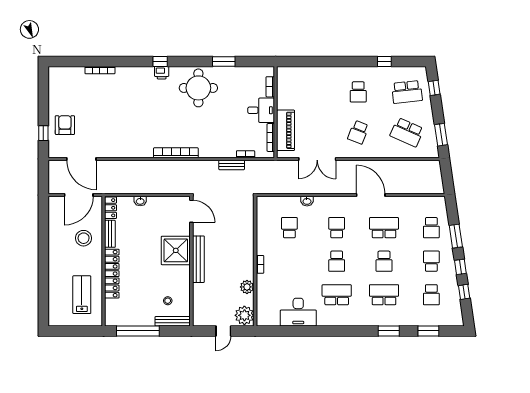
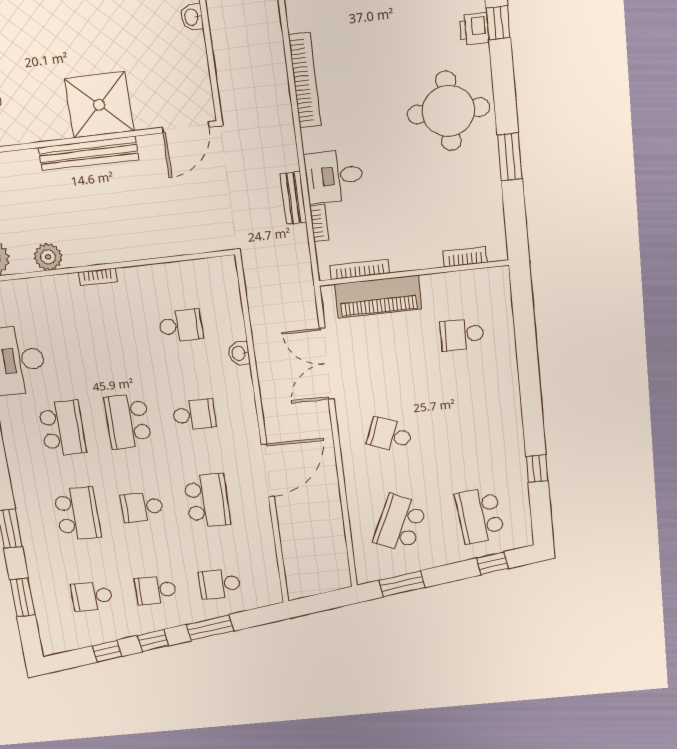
school desk: (358, 92) -> (462, 334), moved
desk: (261, 110) -> (334, 176), moved, turned 90
school desk: (337, 261) -> (128, 421), width x1.85
school desk: (431, 261) -> (156, 590), turned 180

